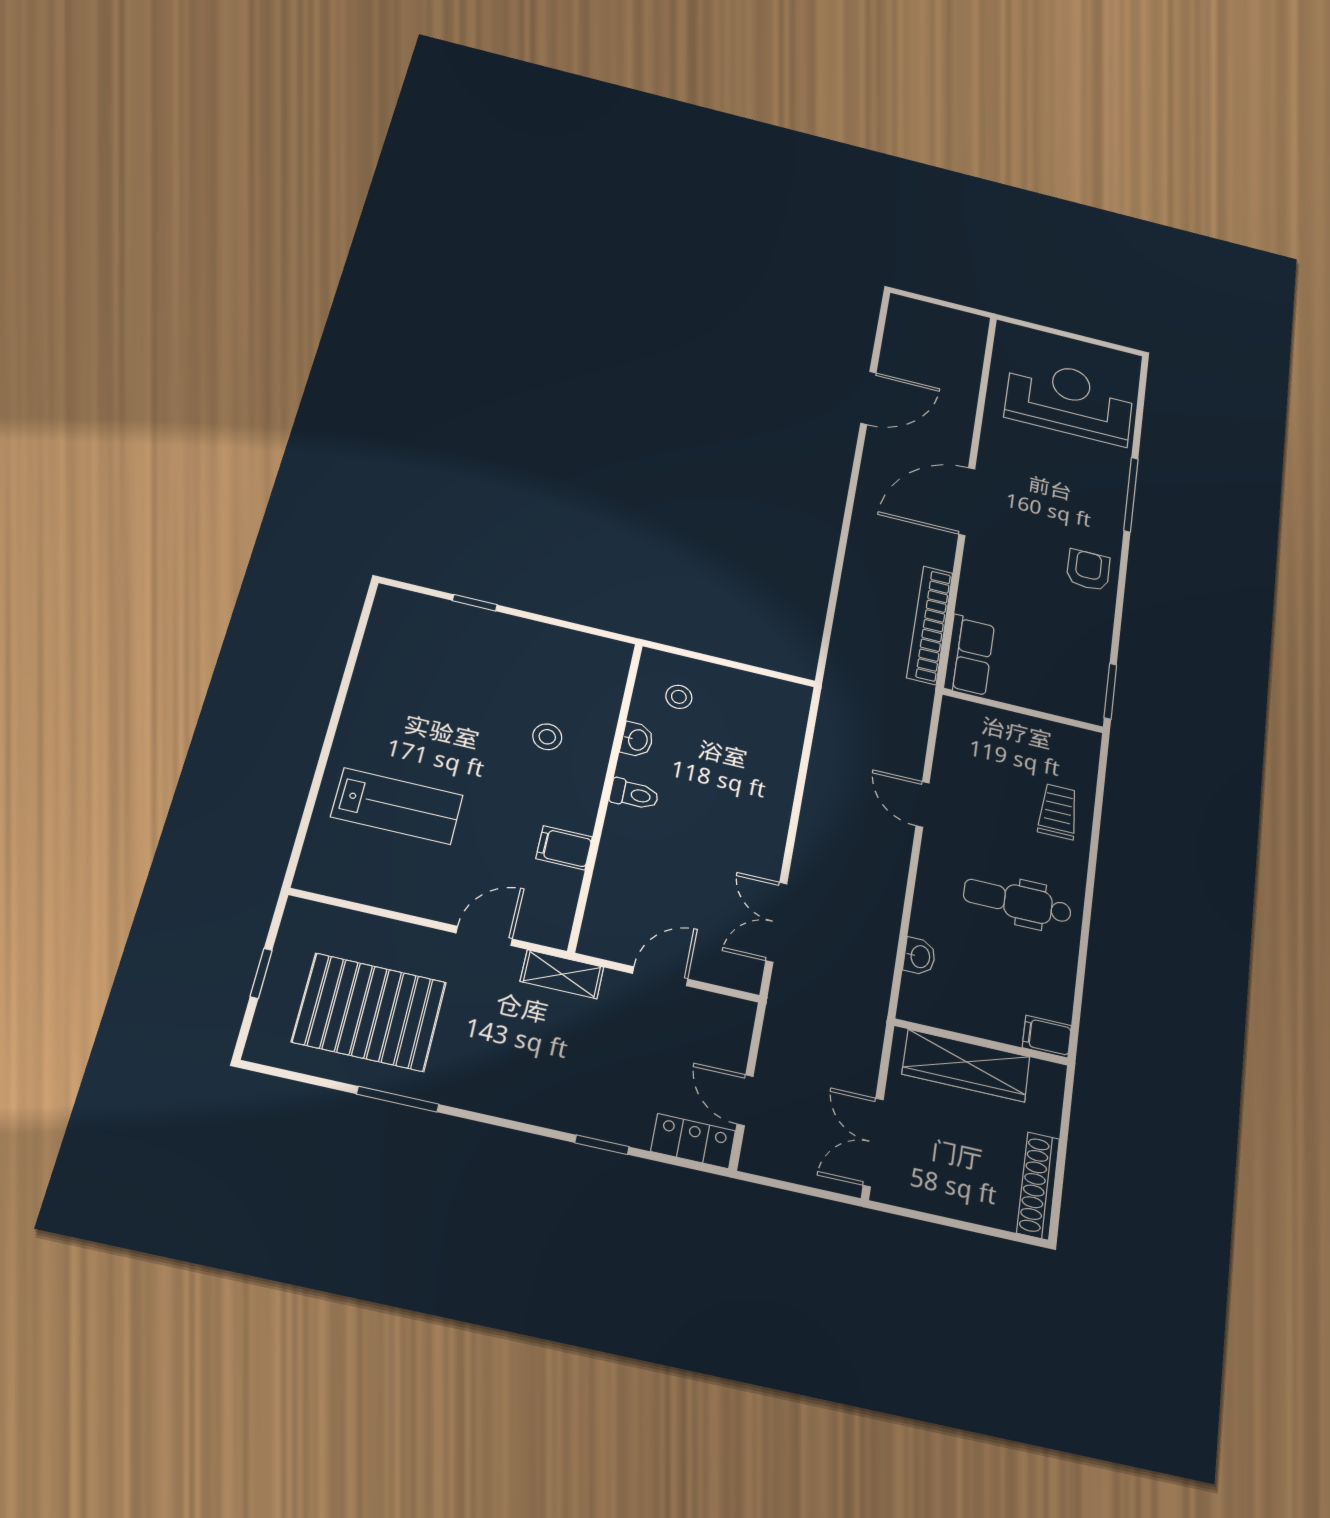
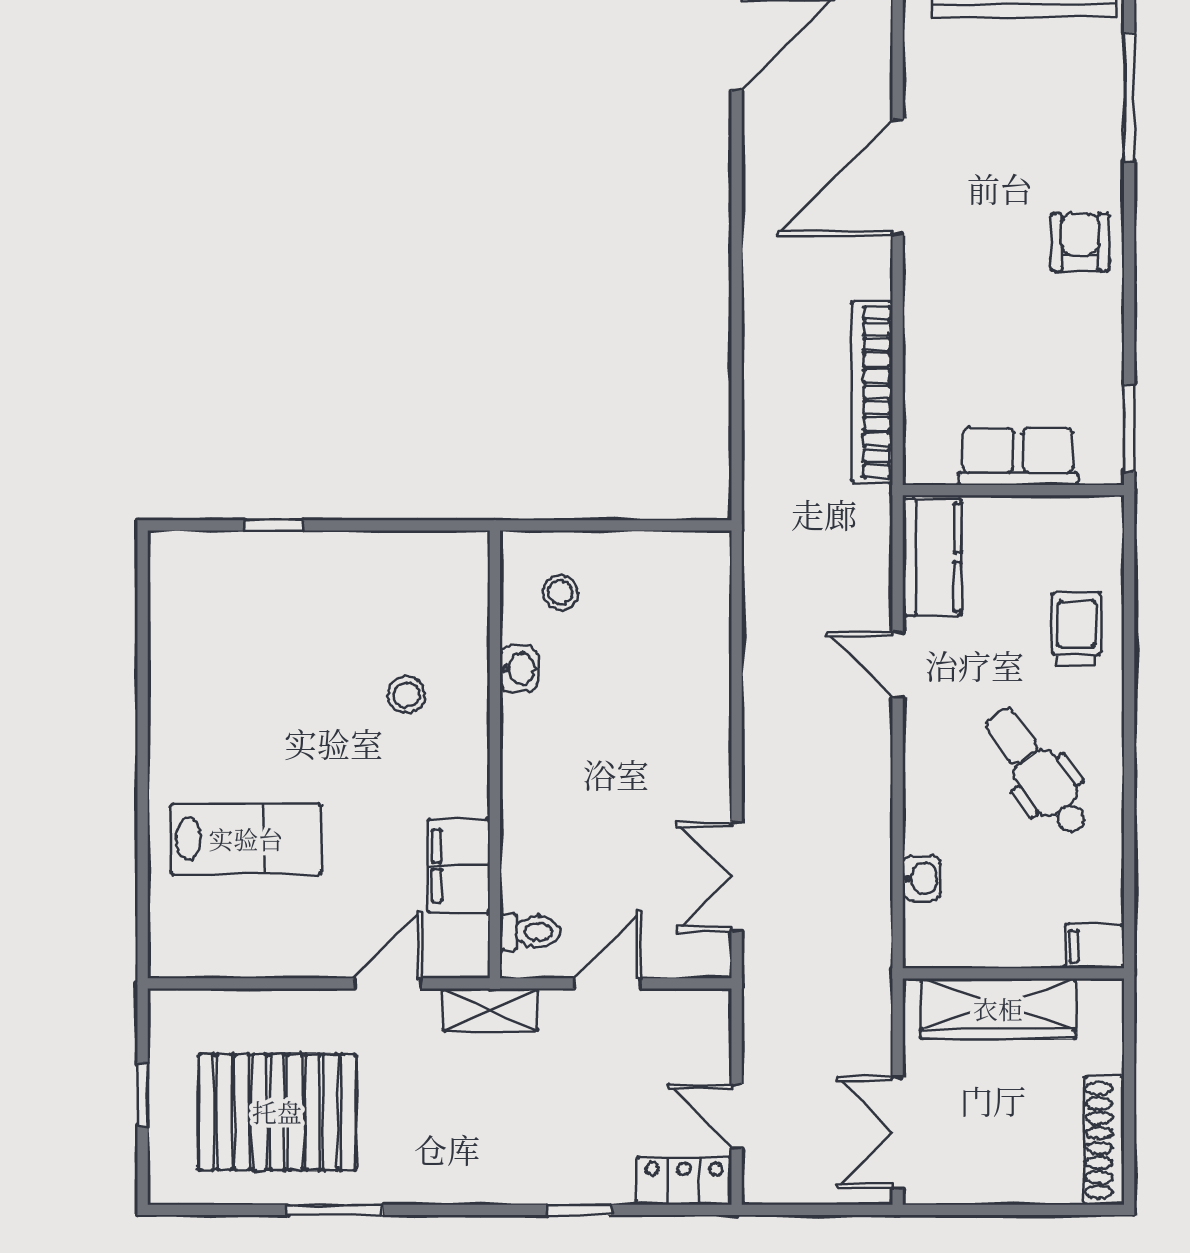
row of seats: (969, 656) -> (1018, 456), moved, turned -90
kitchen counter: (958, 740) -> (932, 557), added
toilet: (634, 794) -> (530, 932), moved
filing cabinet: (564, 848) -> (459, 866), width x2.00
dental chair: (1017, 902) -> (1037, 772), turned 54

